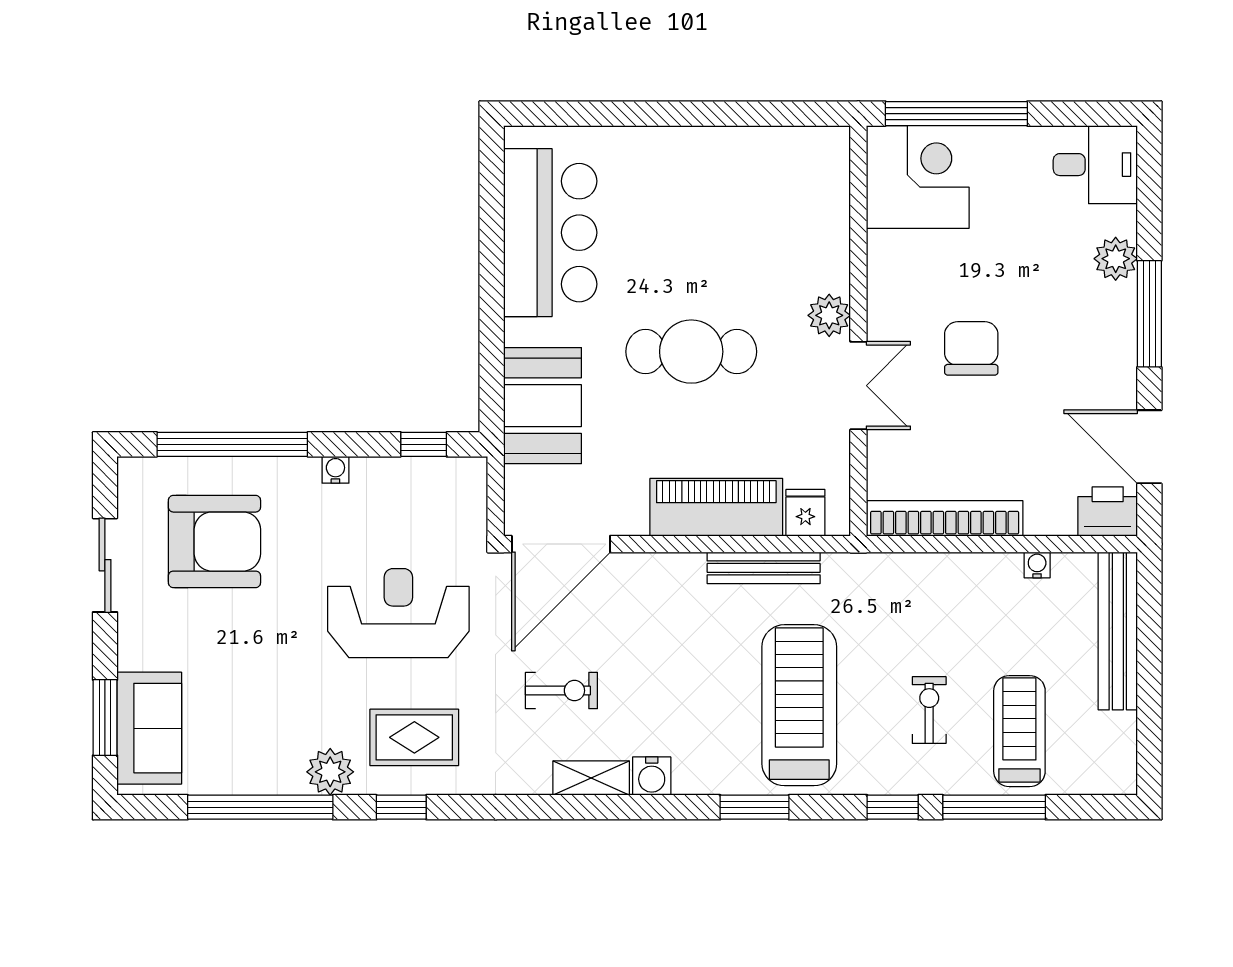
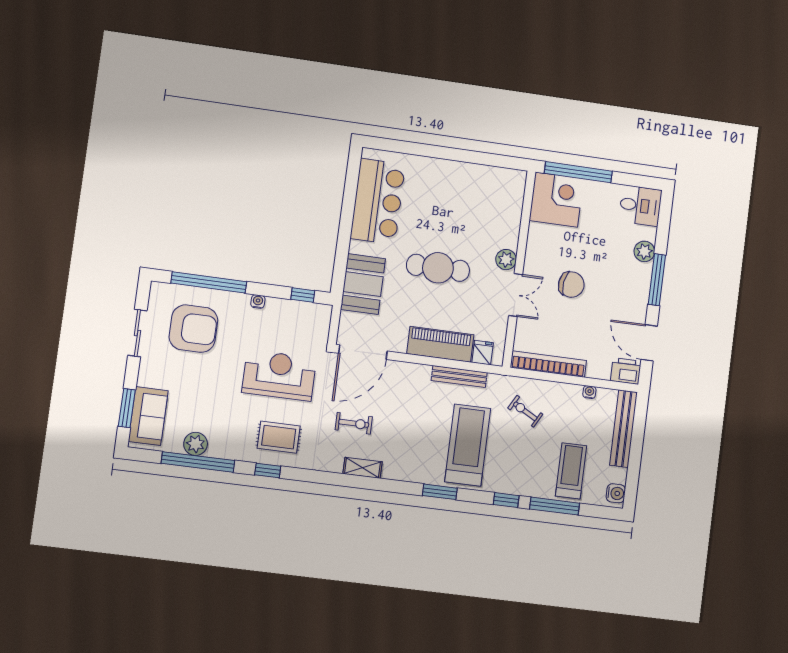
chair: (971, 348) -> (571, 285), turned 98
exercise bike: (929, 710) -> (525, 411), moved, turned -61
plant: (330, 772) -> (196, 444), moved
water cooler: (652, 776) -> (616, 493), moved, turned -90

